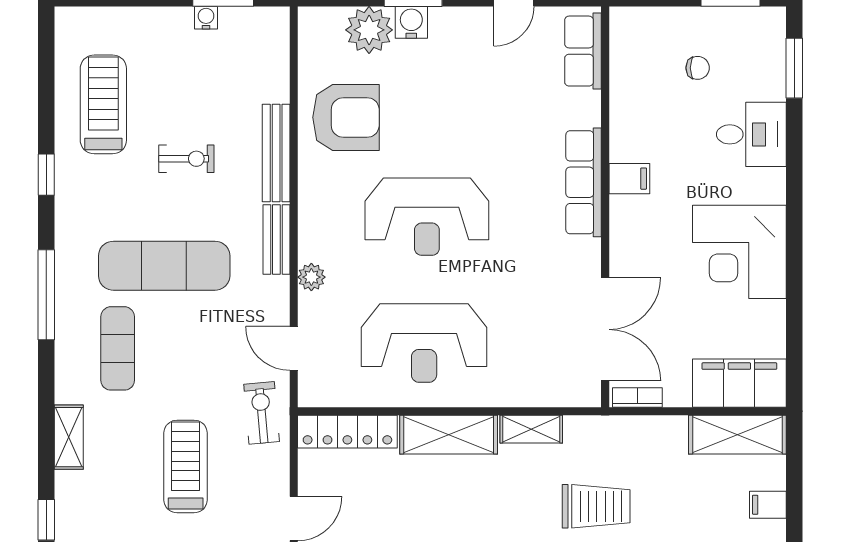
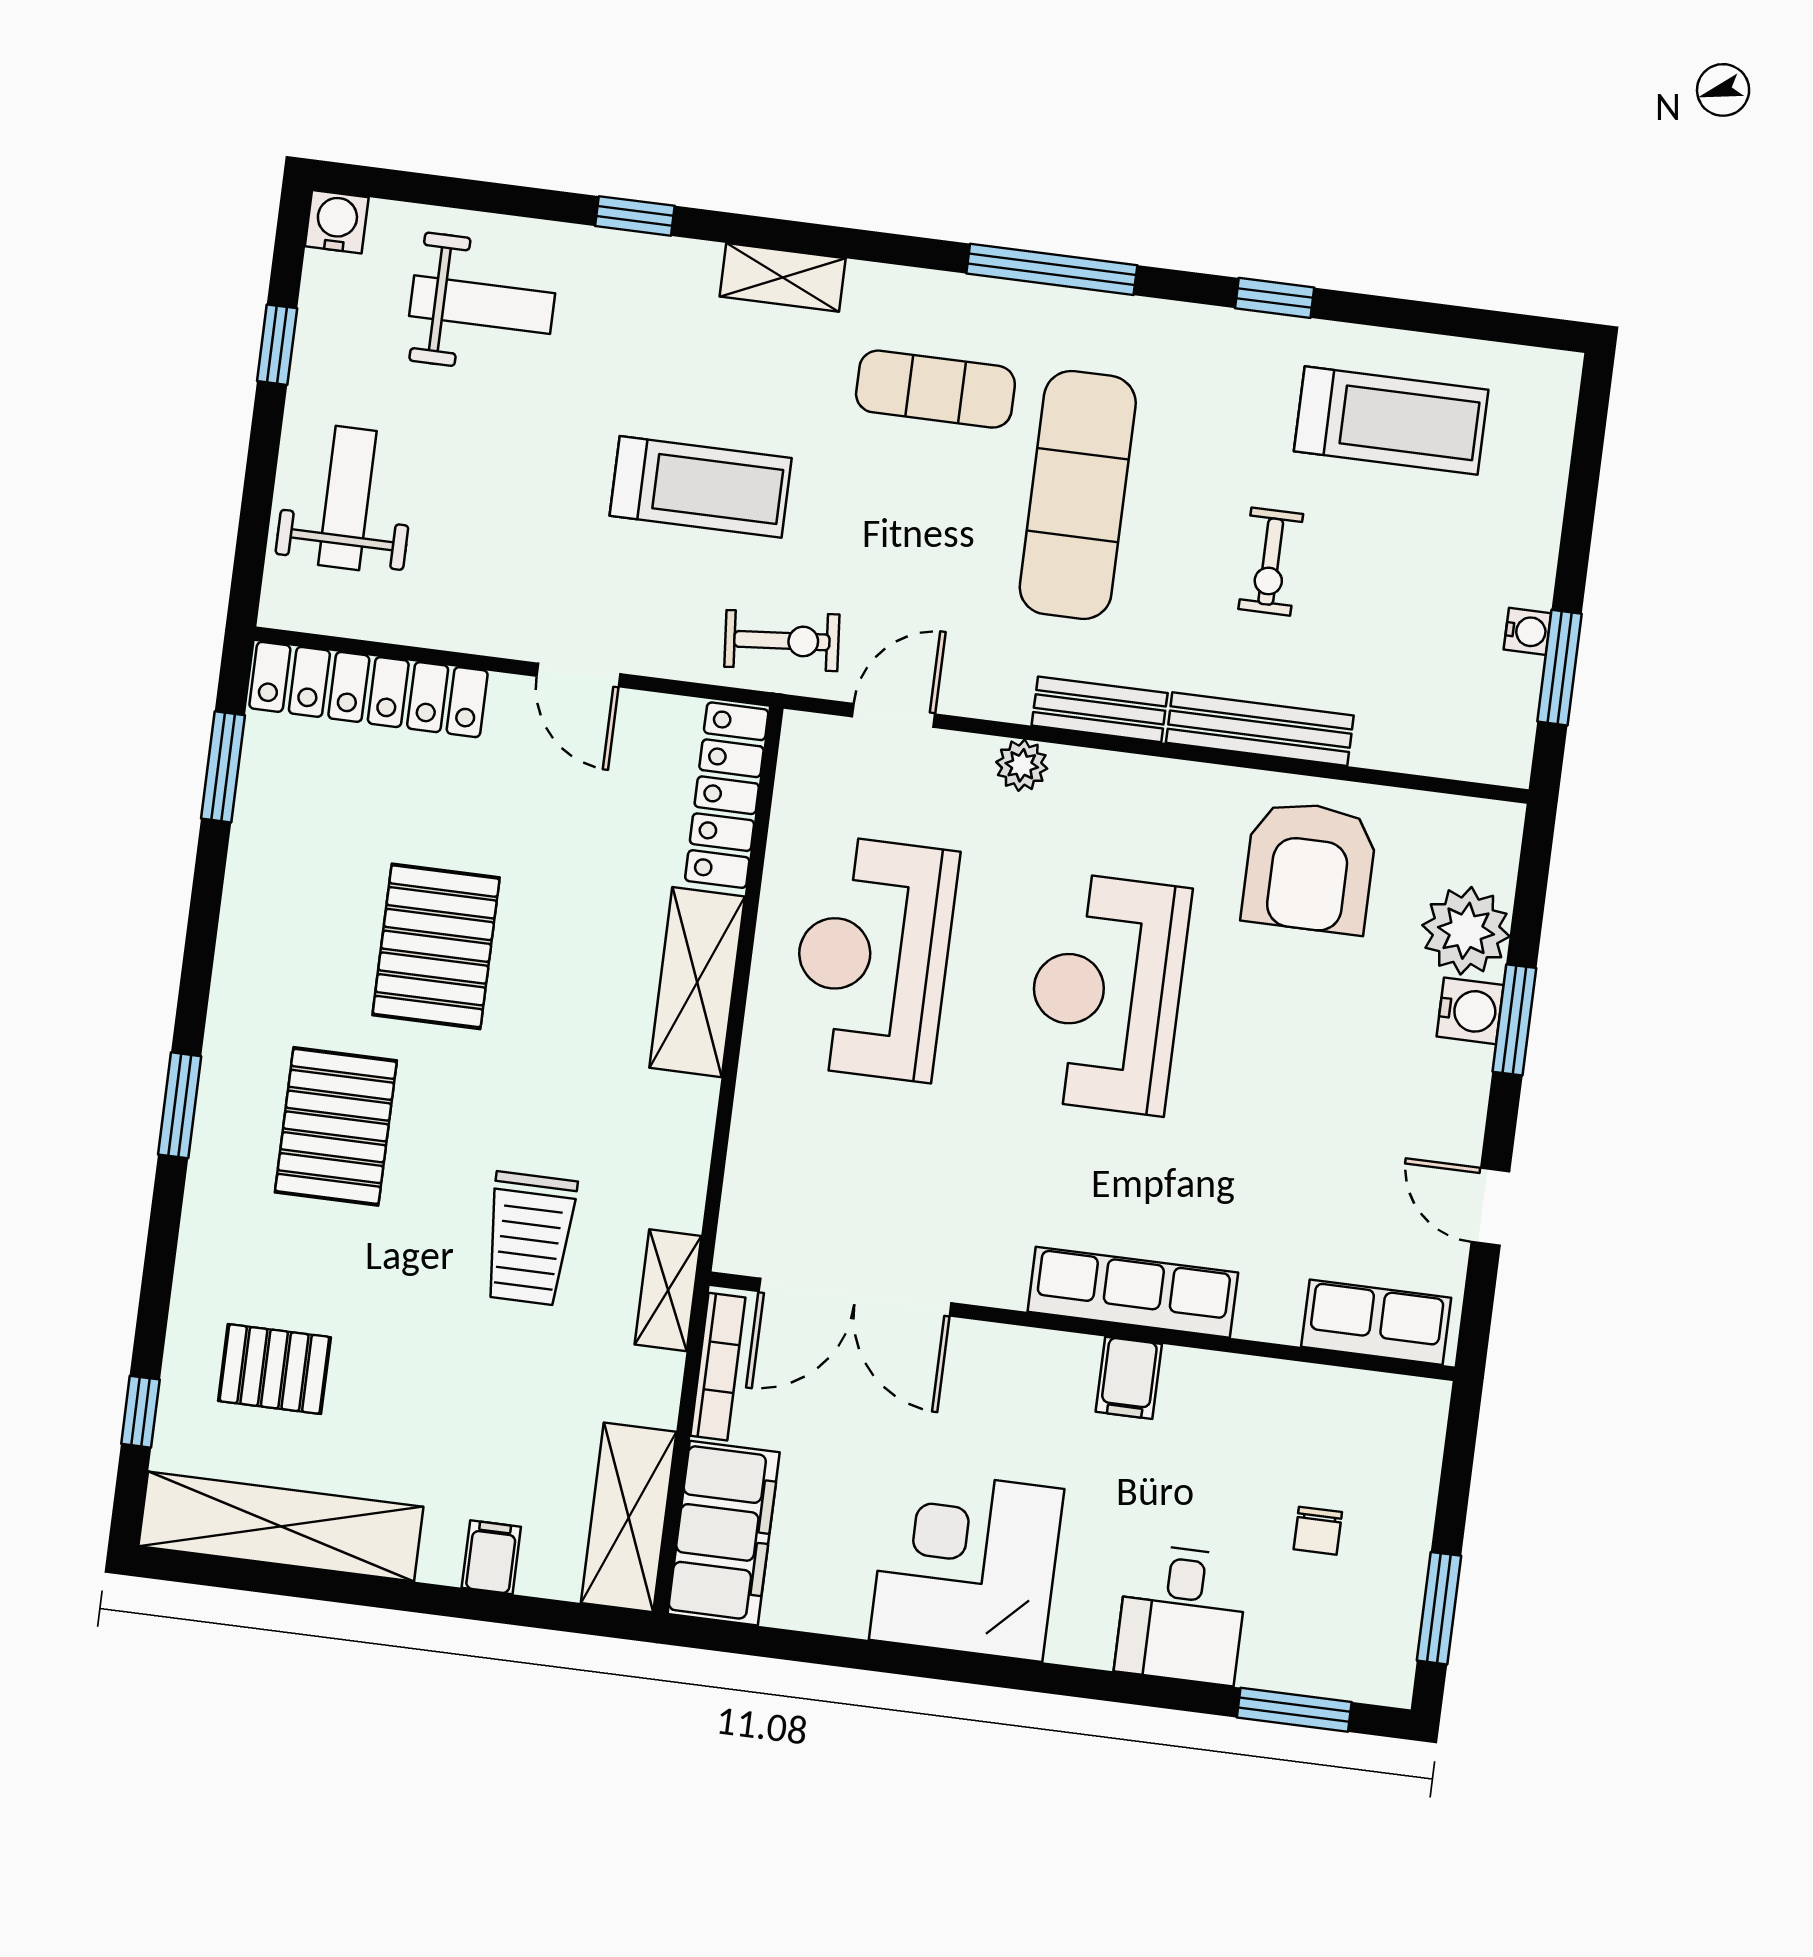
bookcase: (637, 397) -> (718, 1367), width x1.56
shelving: (531, 429) -> (668, 1290), moved

